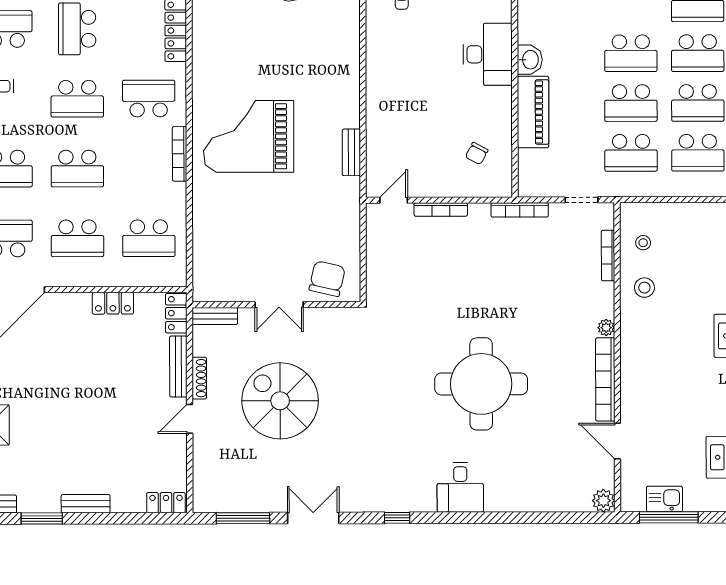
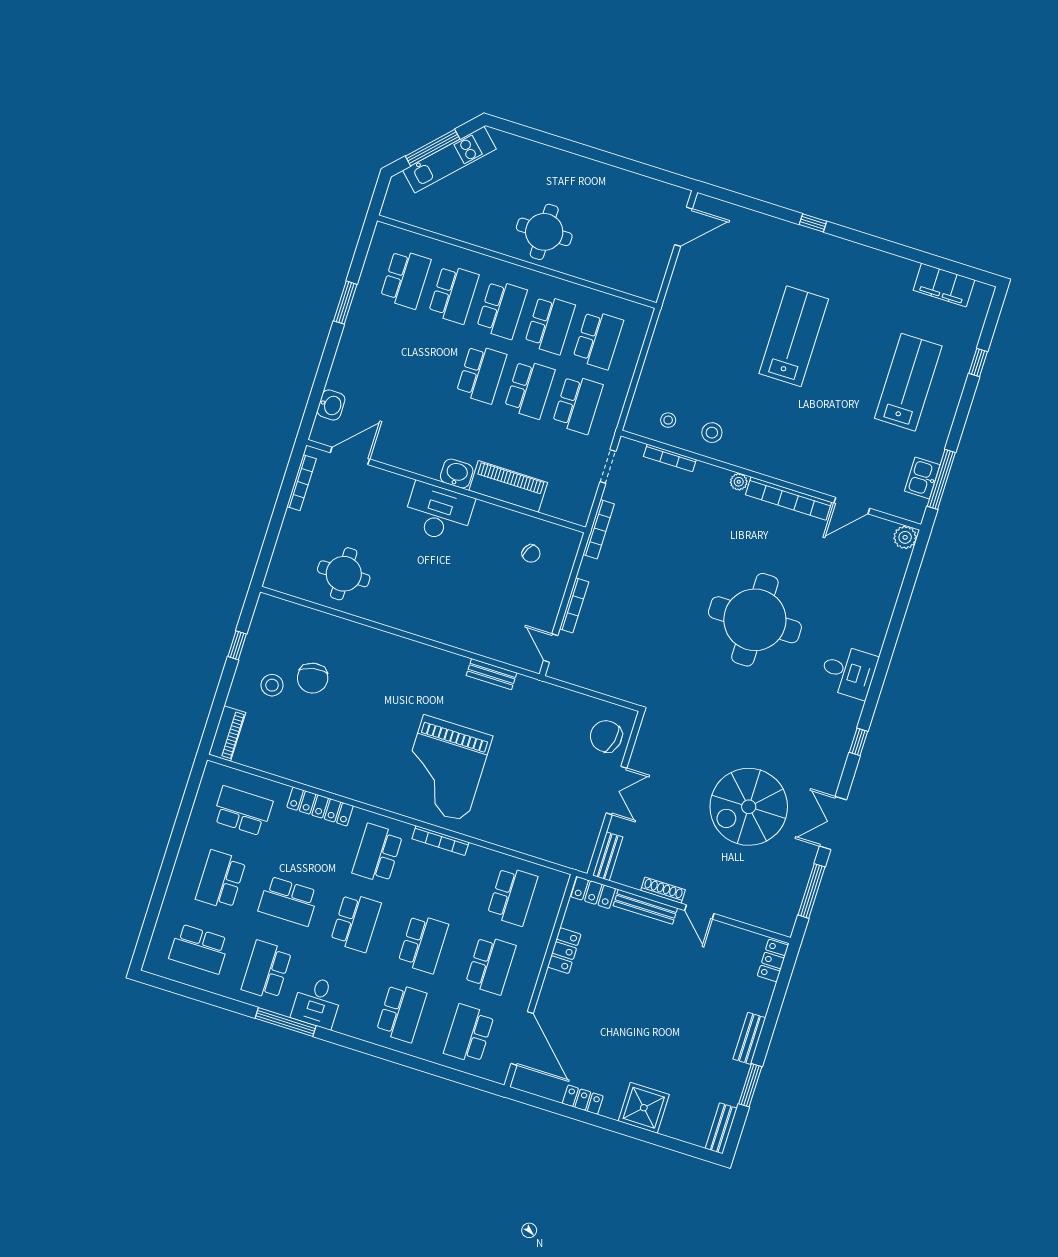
spiral stairs: (280, 401) -> (749, 807), moved

